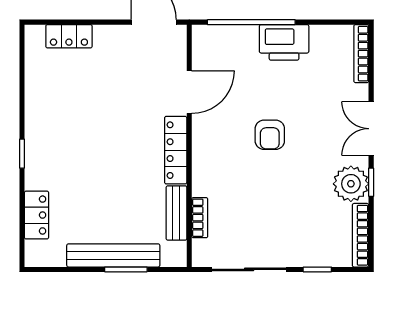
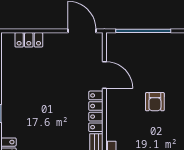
printer: (284, 42) -> (164, 44), removed
door: (189, 92) -> (104, 75), hinge flipped

